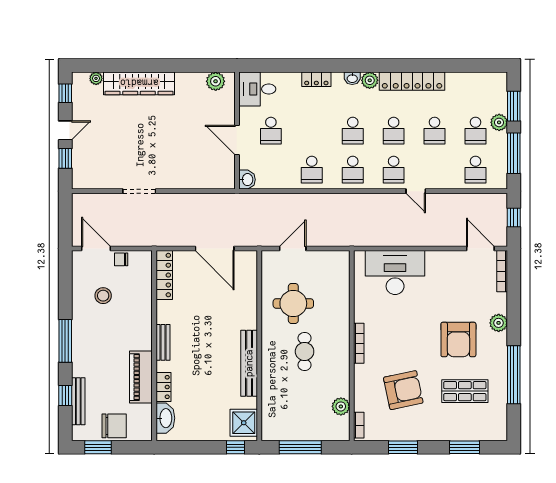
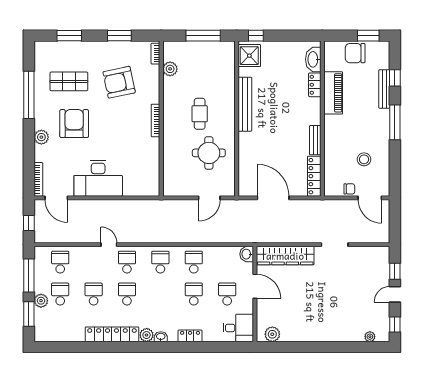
wardrobe: (139, 83) -> (285, 256), moved, turned 180
school desk: (353, 131) -> (194, 294), moved
desk: (395, 273) -> (98, 178), moved
bench: (163, 342) -> (315, 140), moved
bench: (78, 401) -> (384, 89), moved

